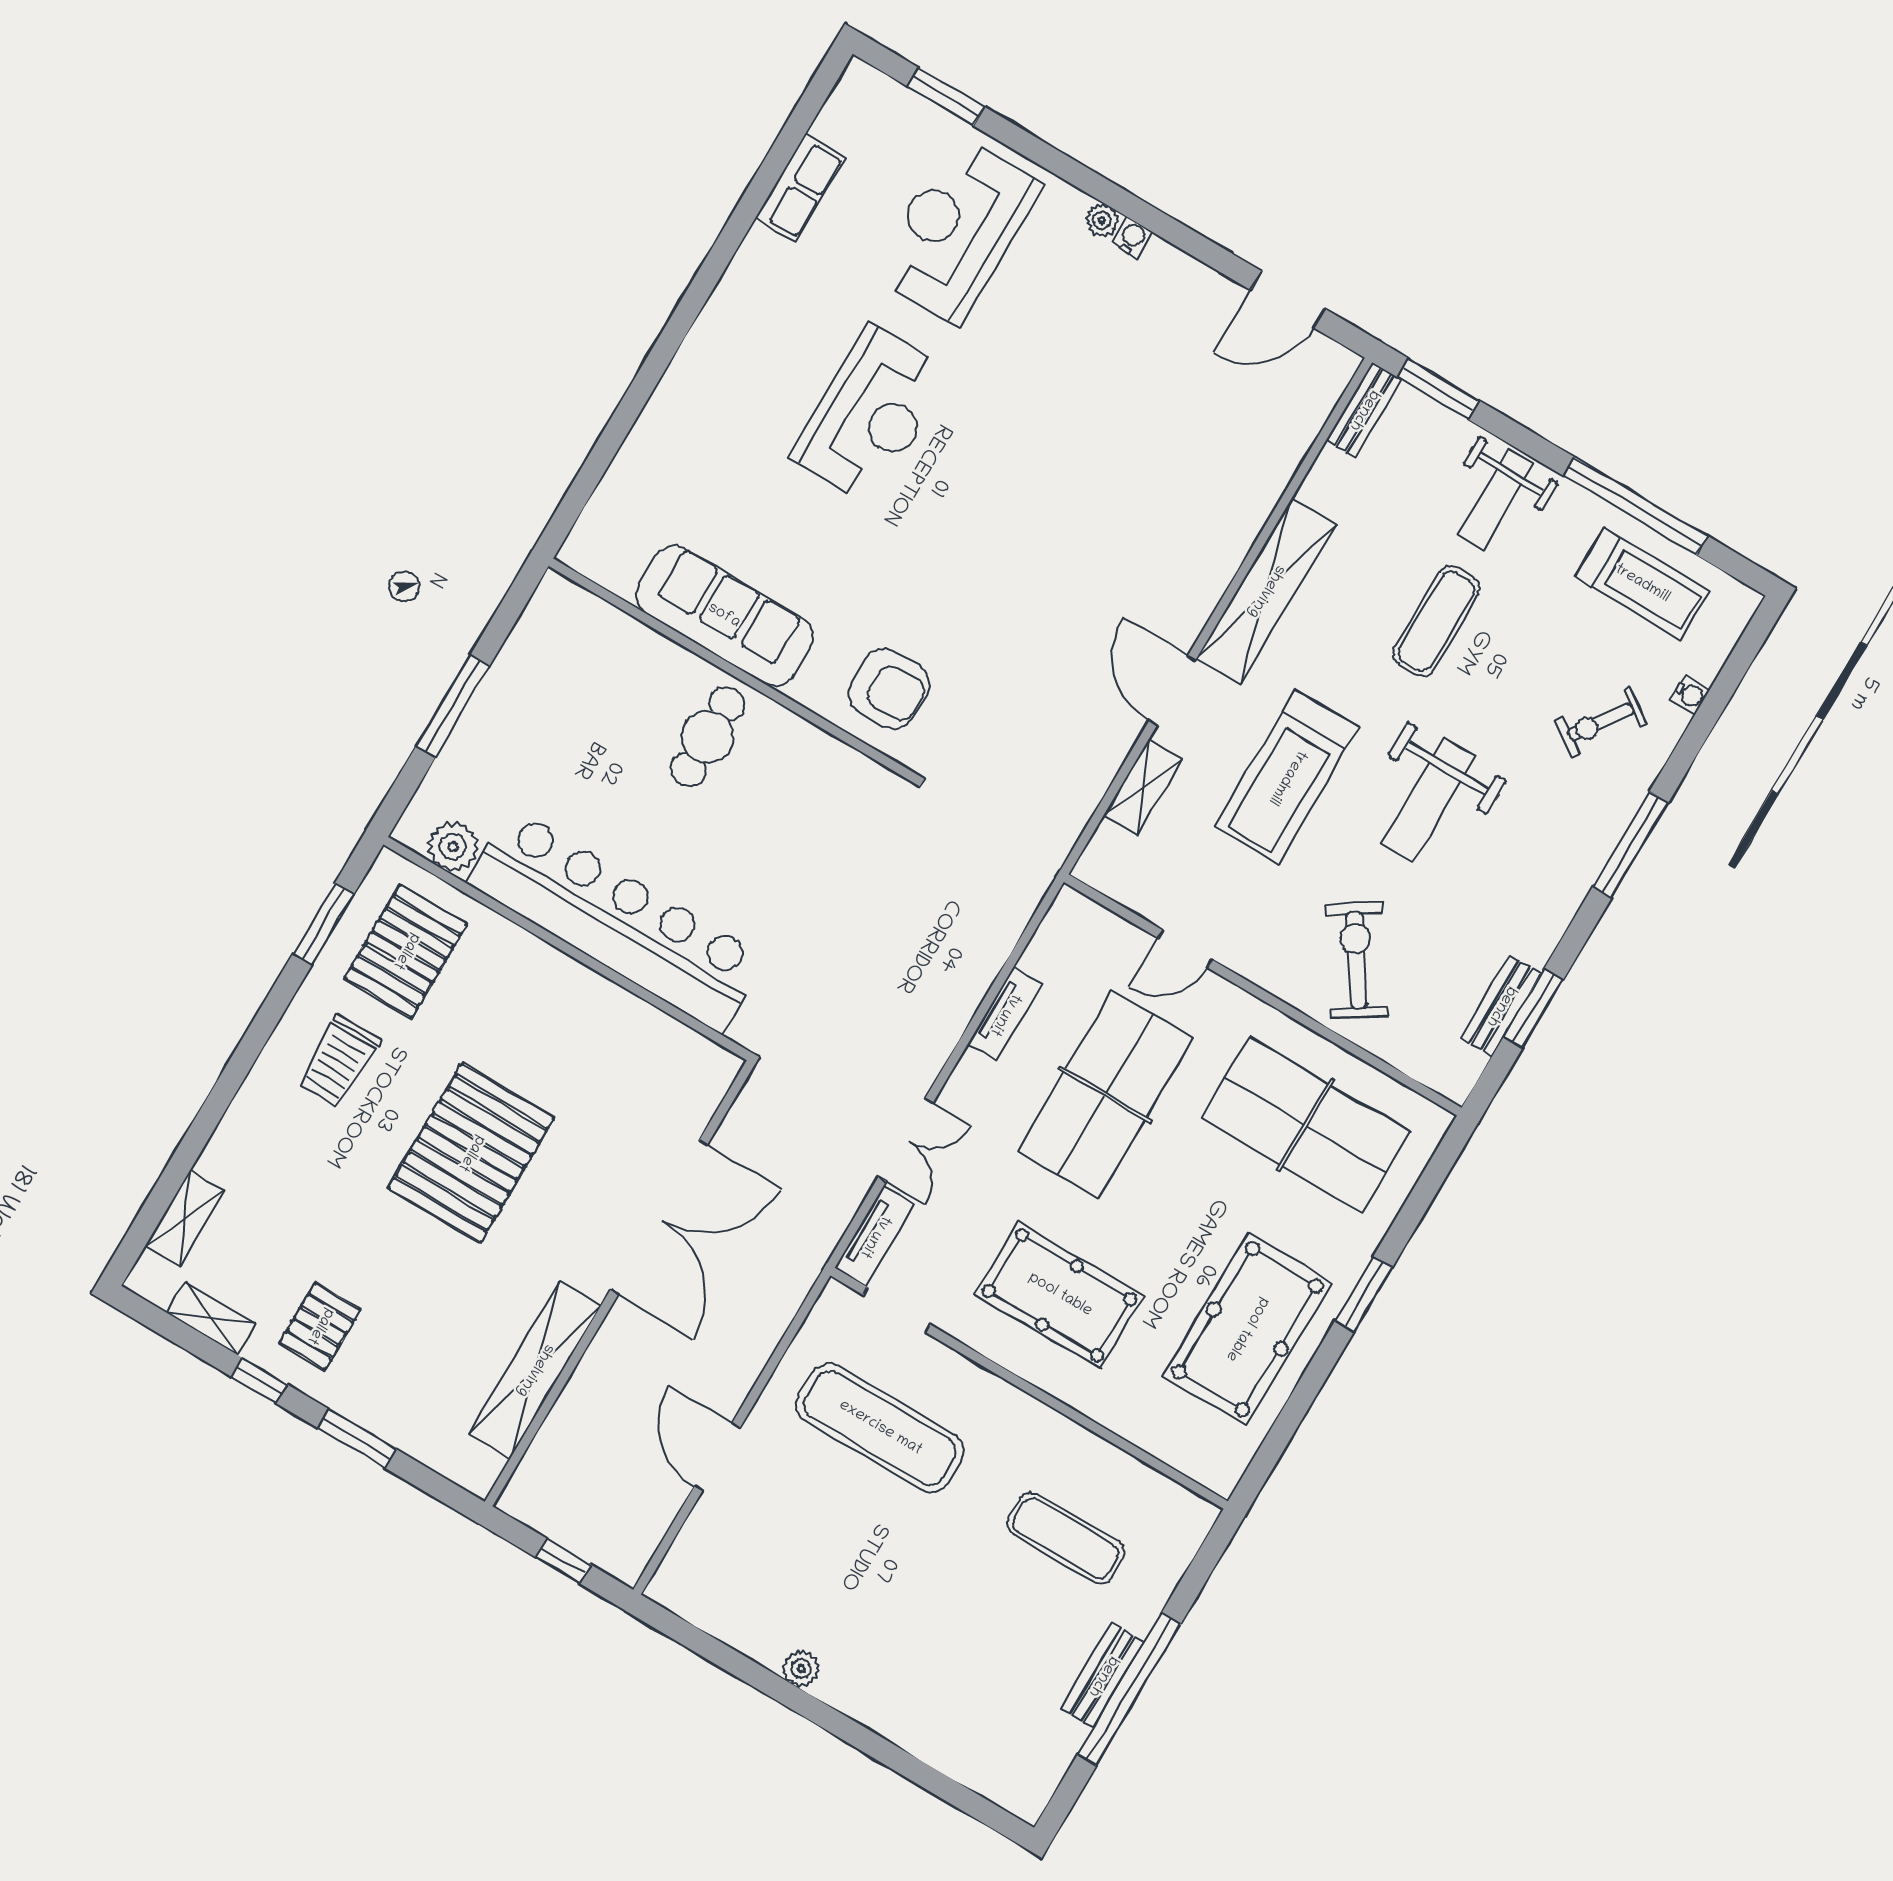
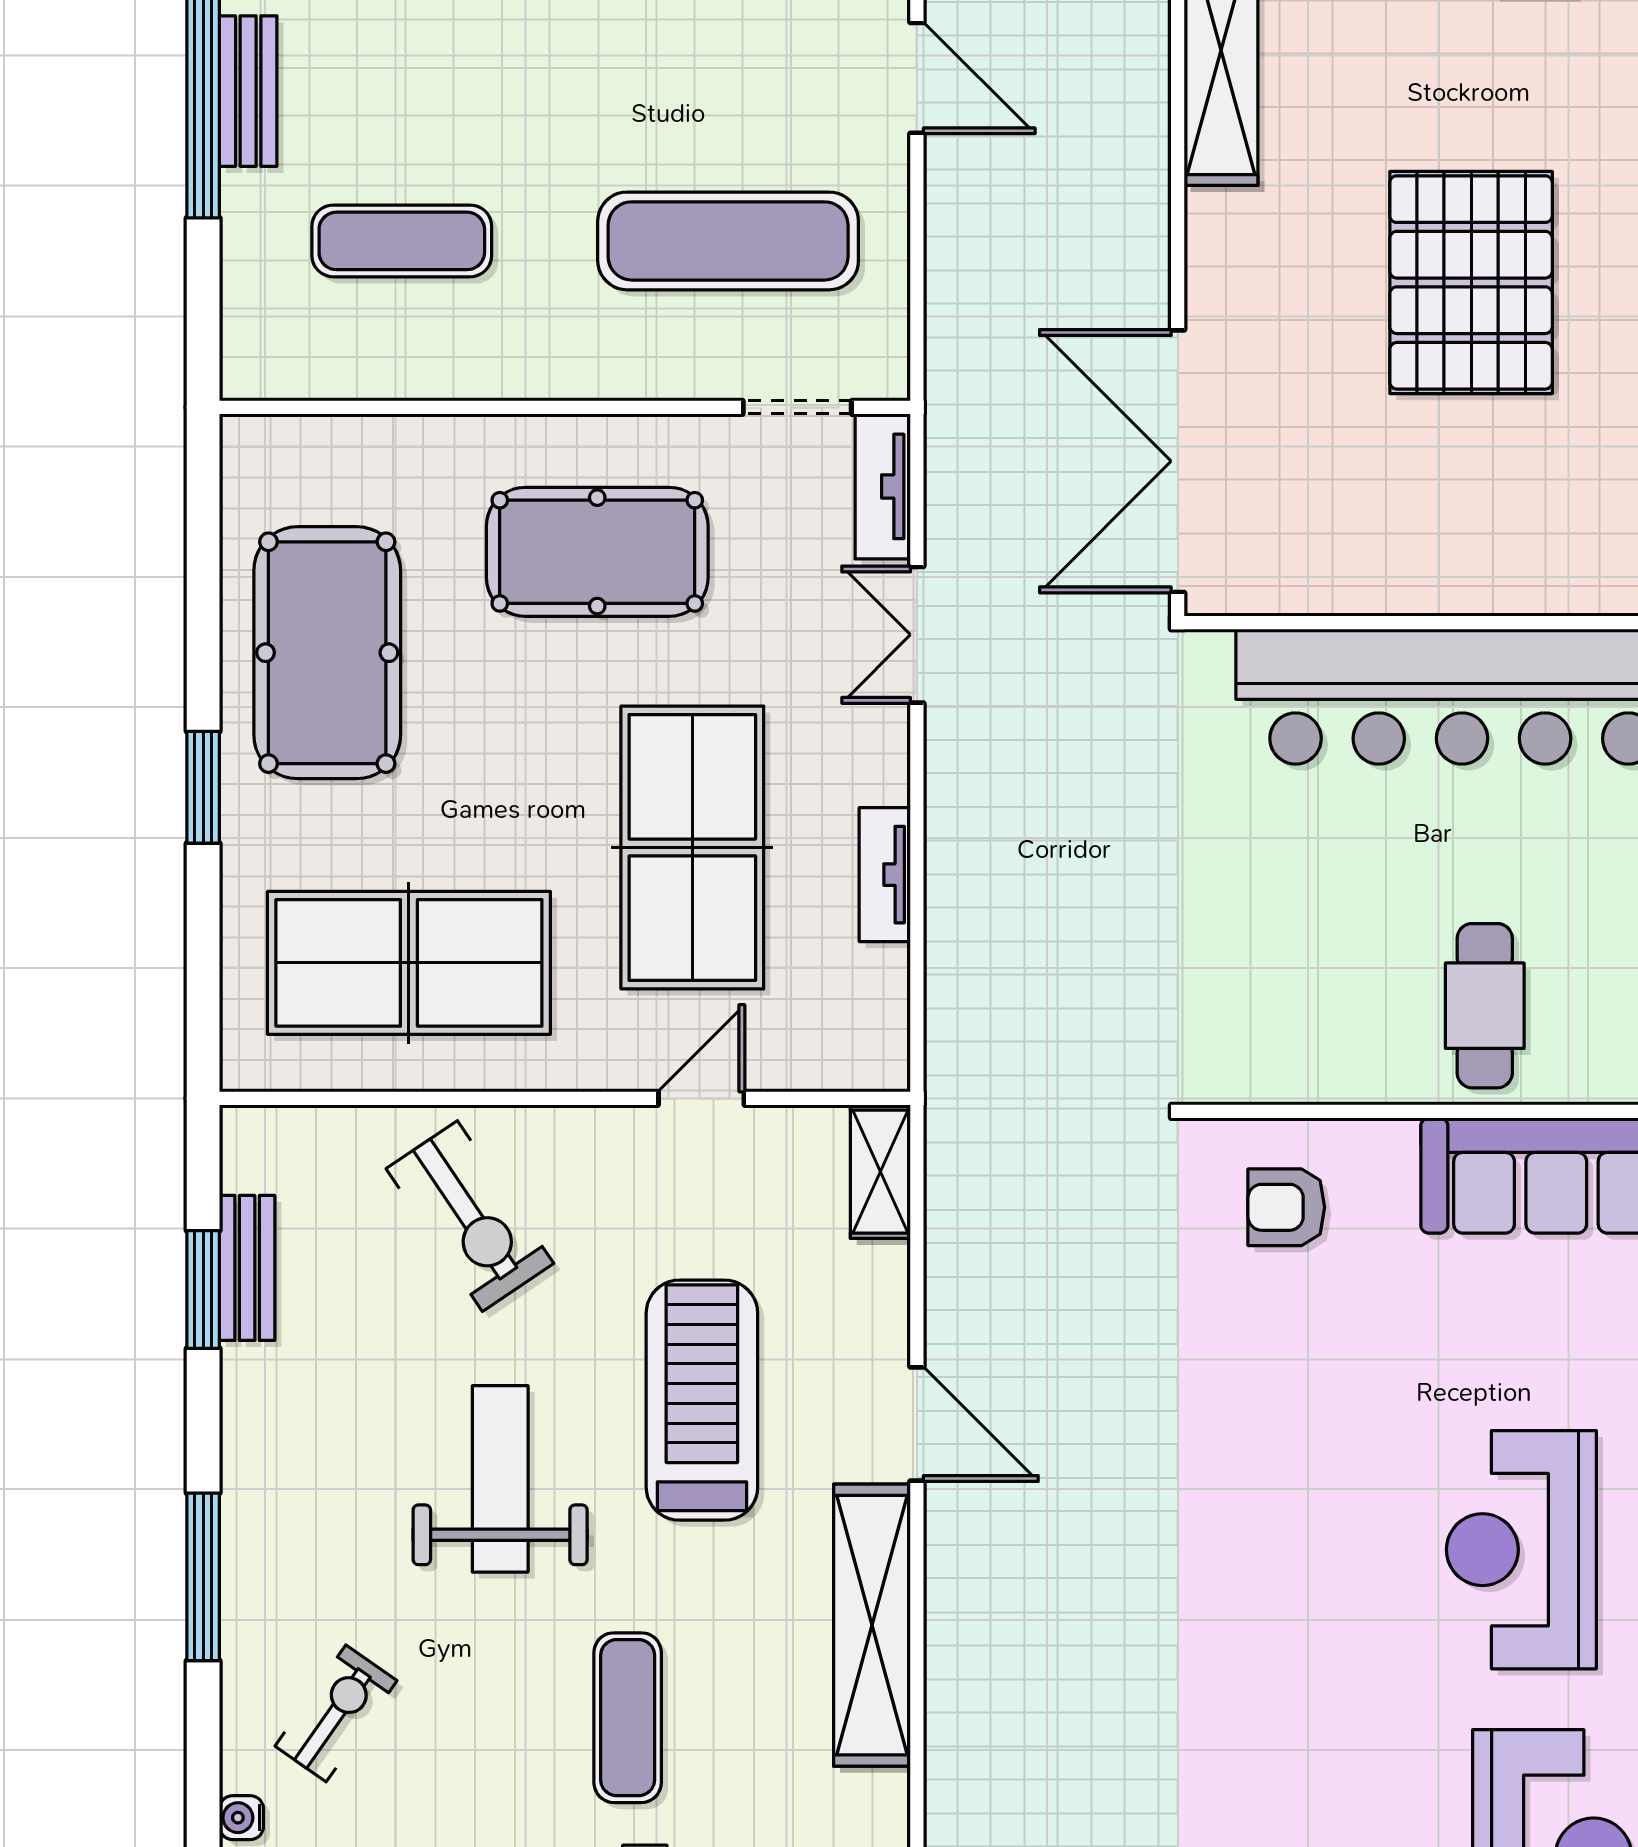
armchair: (889, 689) -> (1286, 1207), width x0.72, depth x0.72
shelving: (1143, 787) -> (880, 1172), moved
double door: (659, 1218) -> (1178, 461), moved

